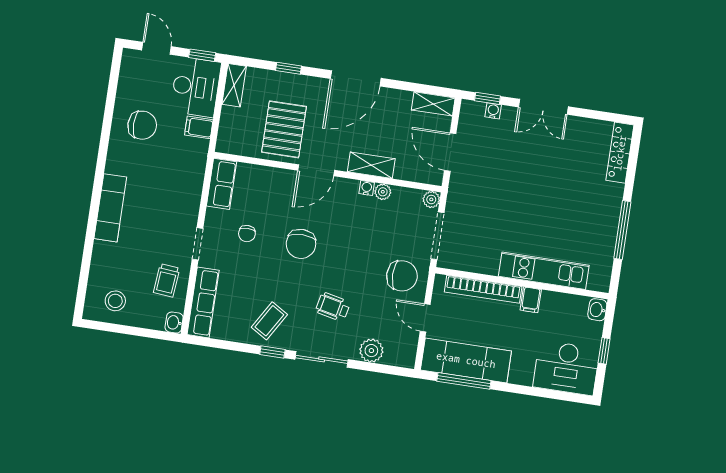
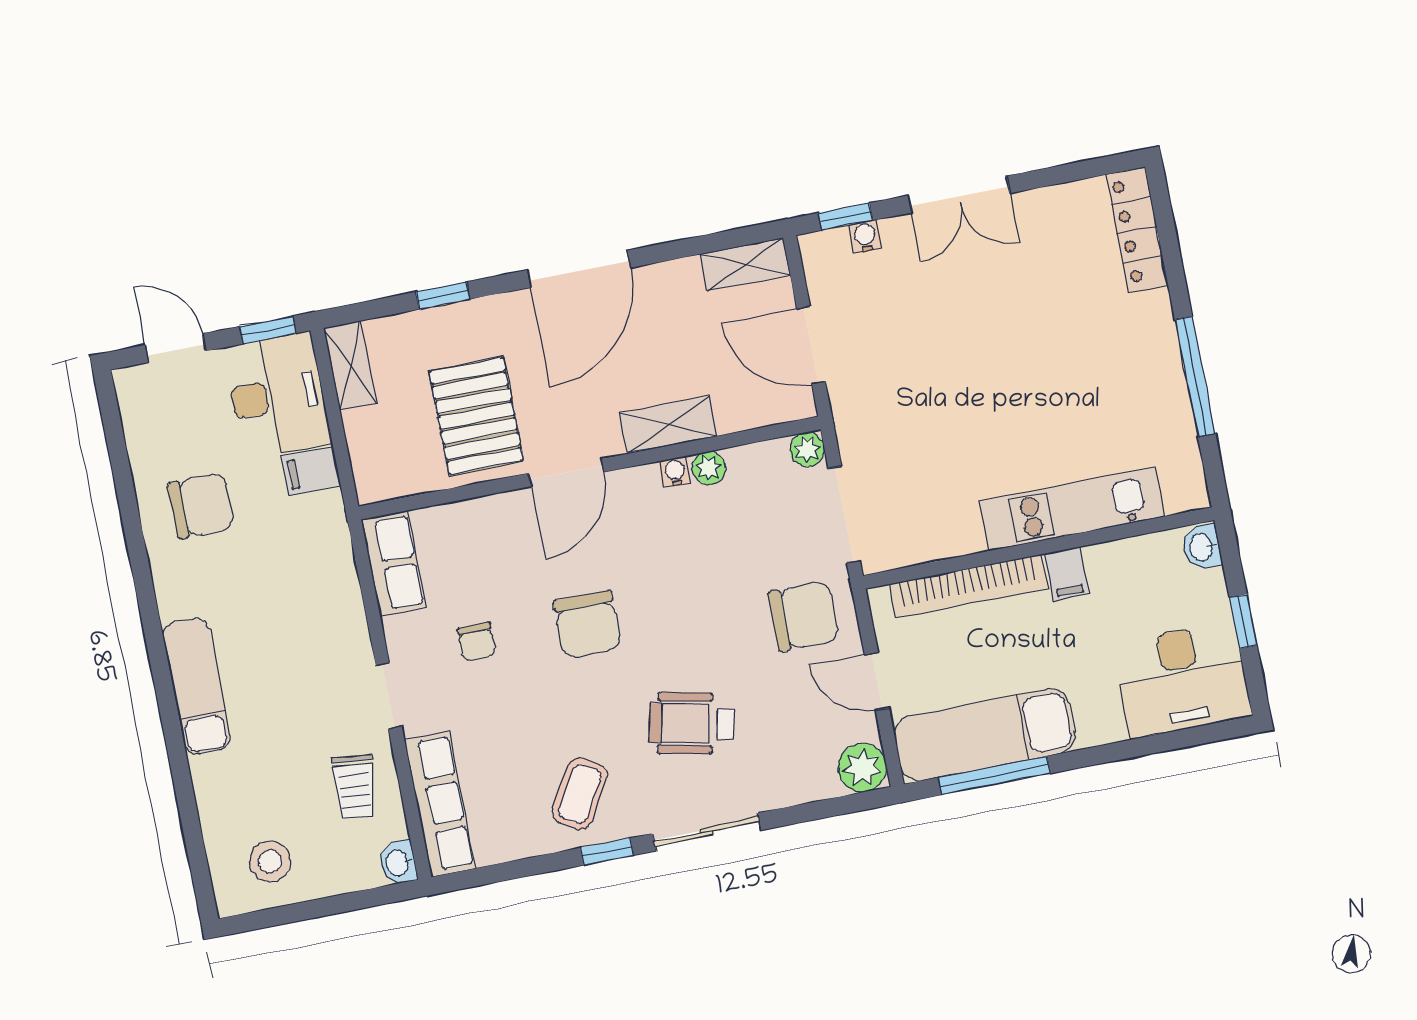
wheelchair: (333, 307) -> (692, 723), width x1.36, depth x1.37
plant: (371, 351) -> (862, 768), moved

